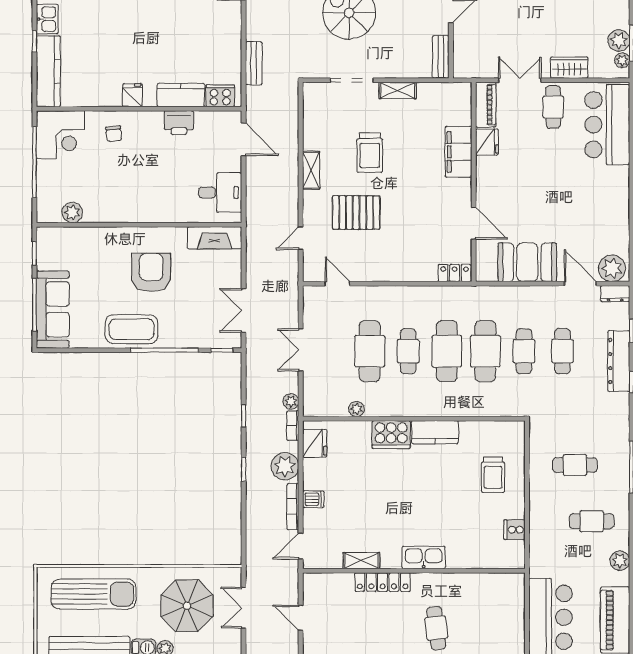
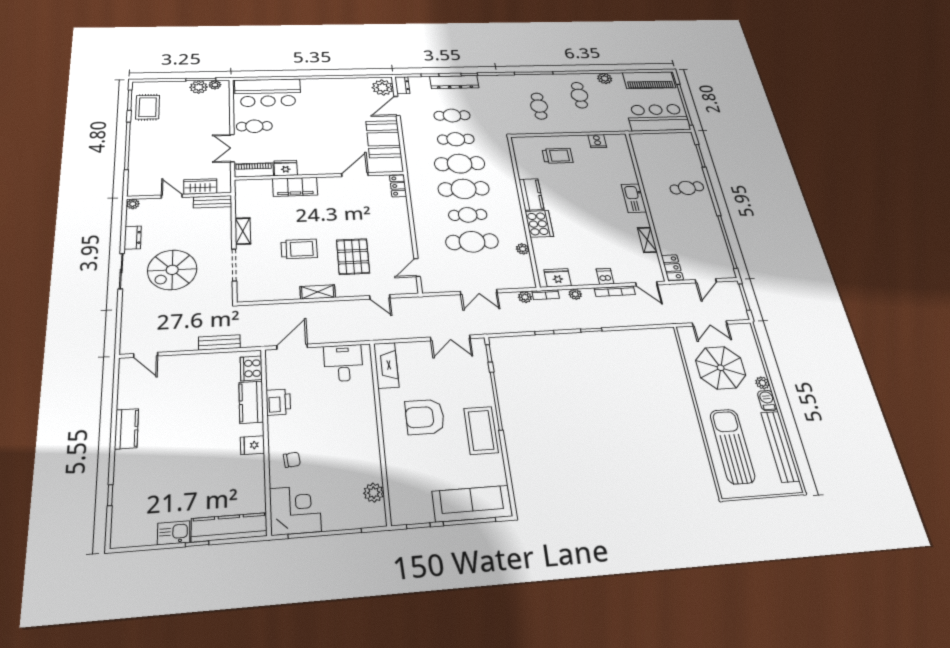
wardrobe: (569, 68) -> (200, 187), moved, turned 90
plant: (285, 466) -> (575, 294), width x0.53, depth x0.53
locker: (383, 582) -> (672, 268), moved, width x0.66

